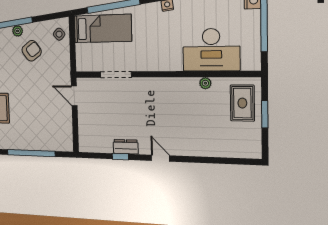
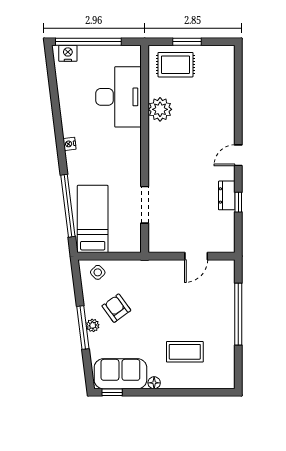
plant: (205, 83) -> (160, 109), width x1.88, depth x1.88
door: (74, 96) -> (196, 256), moved

